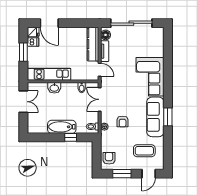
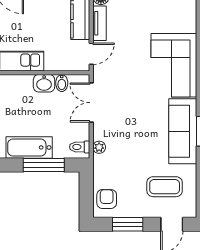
door: (100, 70) -> (91, 54), hinge flipped
washbasin: (54, 88) -> (44, 83), moved
armchair: (123, 122) -> (129, 139), removed
window: (71, 137) -> (44, 165), width x2.17

